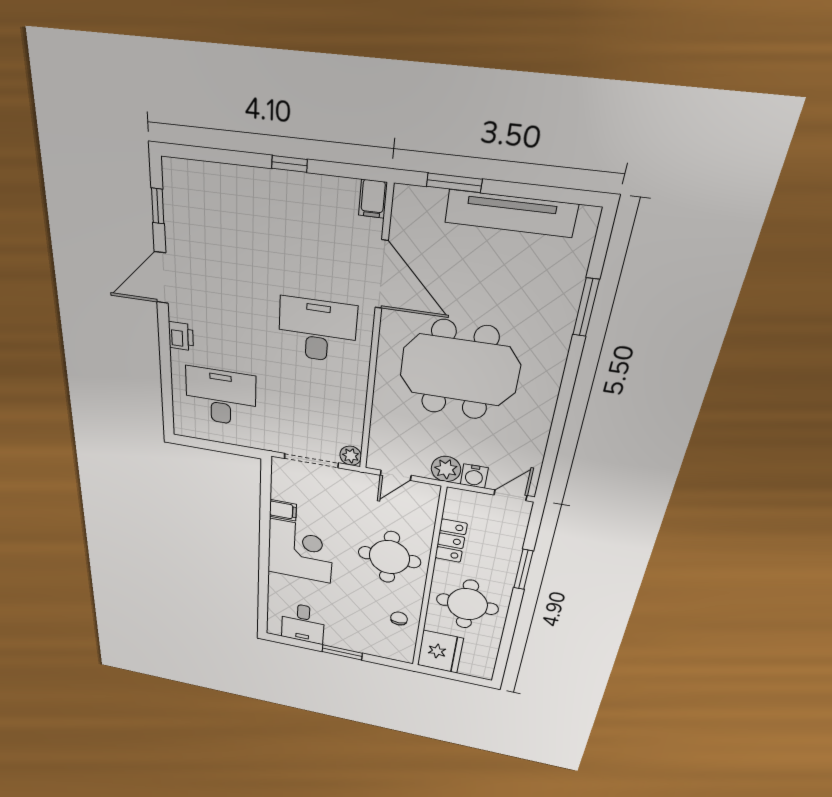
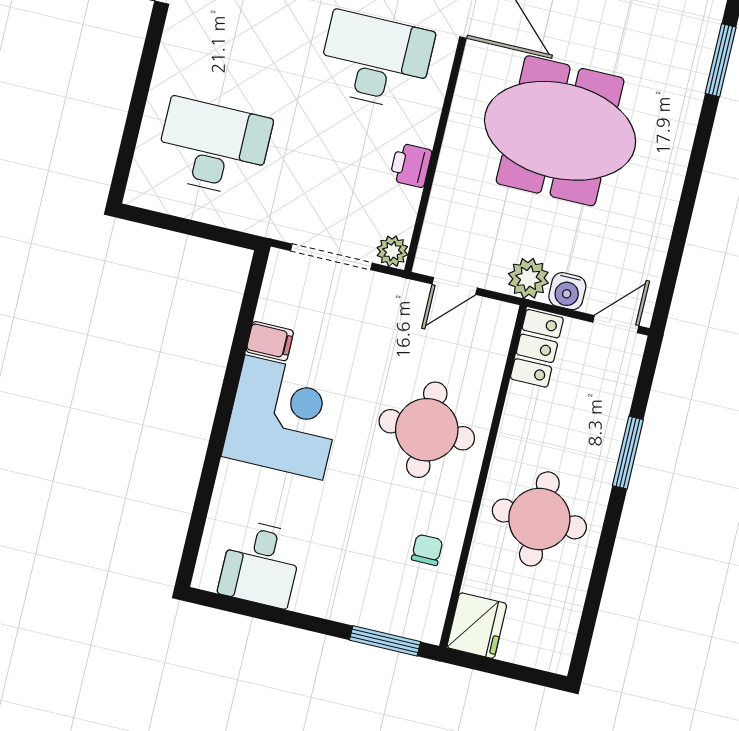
printer: (181, 336) -> (411, 165), moved, turned 180
locker: (451, 541) -> (537, 348), moved
window: (342, 652) -> (385, 641), moved
fridge: (440, 652) -> (477, 626), width x0.73, depth x0.75

